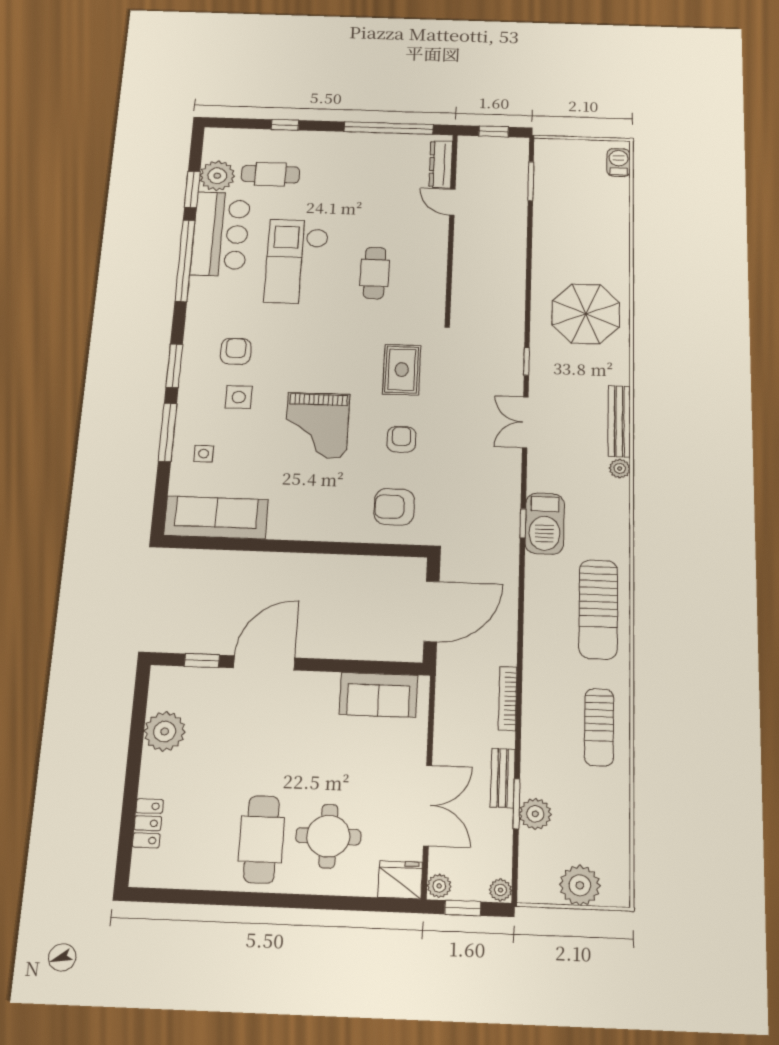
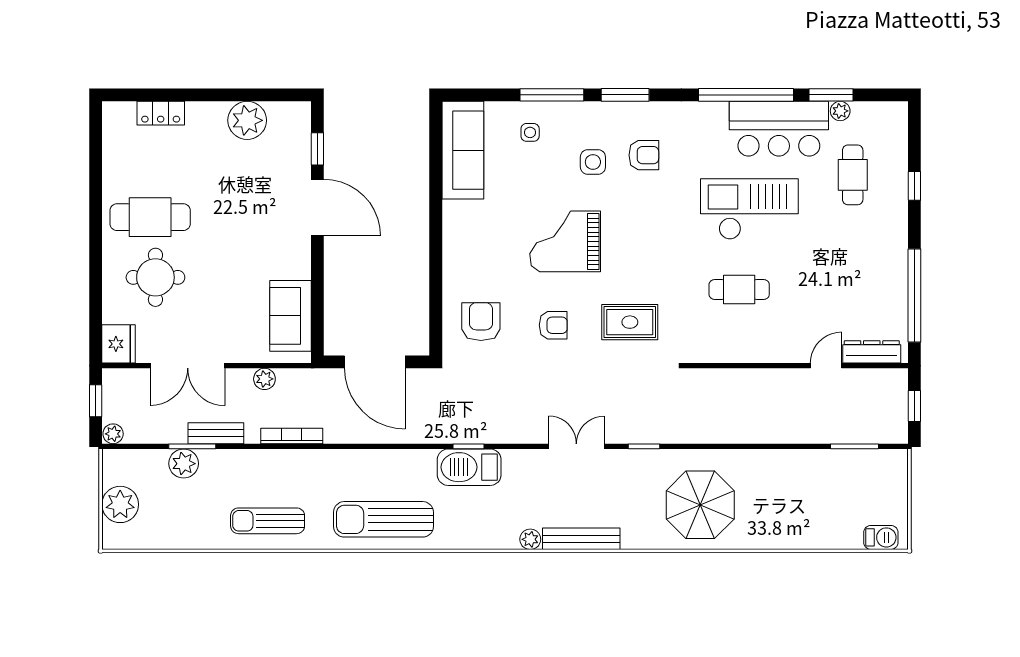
plant: (217, 176) -> (840, 111), width x0.53, depth x0.53
plant: (439, 886) -> (264, 379), moved

